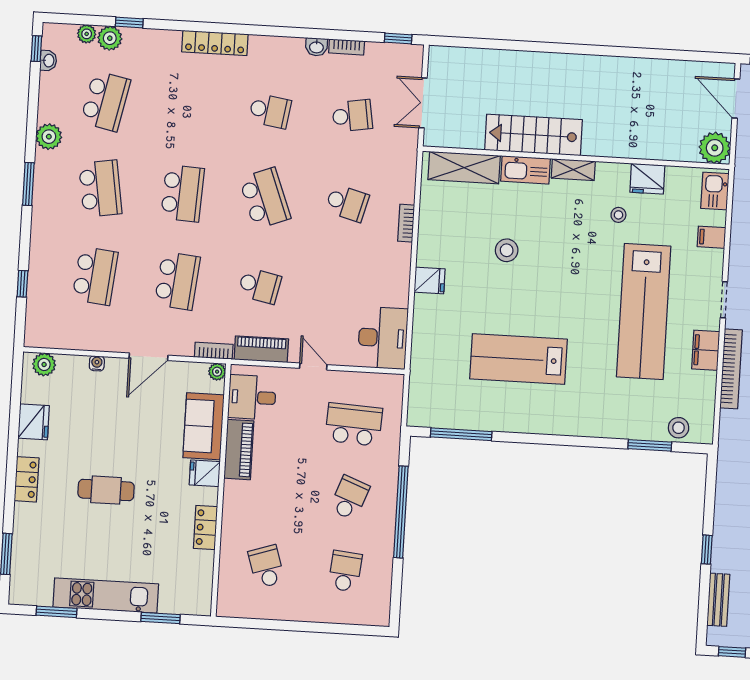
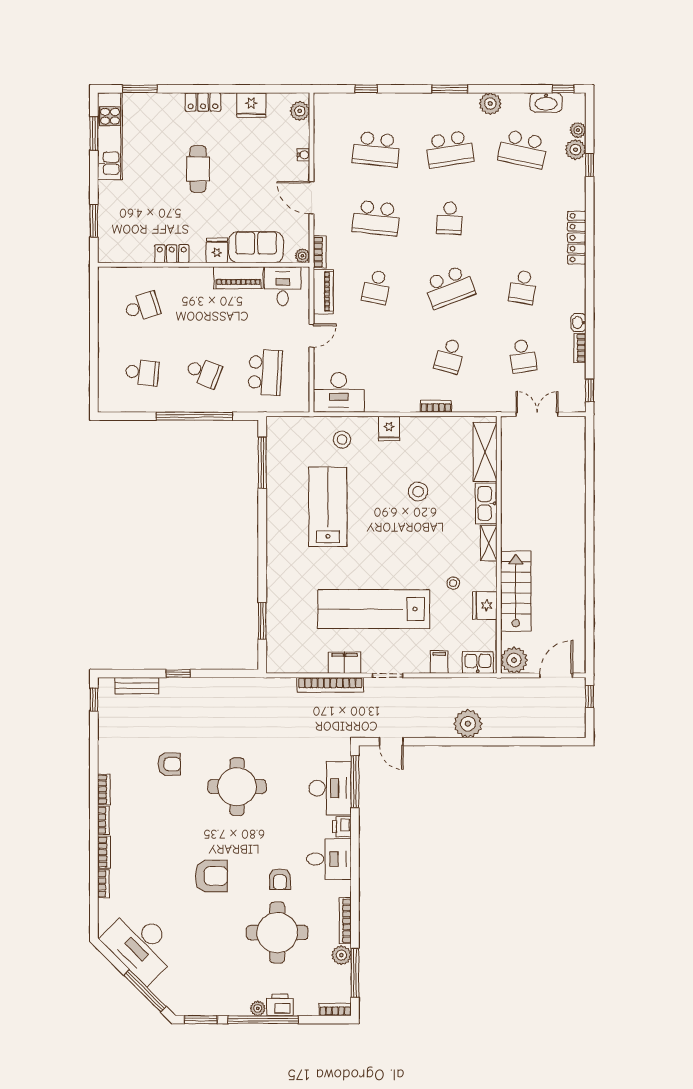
washbasin: (48, 61) -> (546, 102), width x1.91, depth x1.45
stairs: (534, 135) -> (516, 591), moved
school desk: (183, 193) -> (450, 218), width x0.54
stool: (679, 428) -> (342, 440), moved
kitchen unit: (106, 596) -> (110, 136), moved

